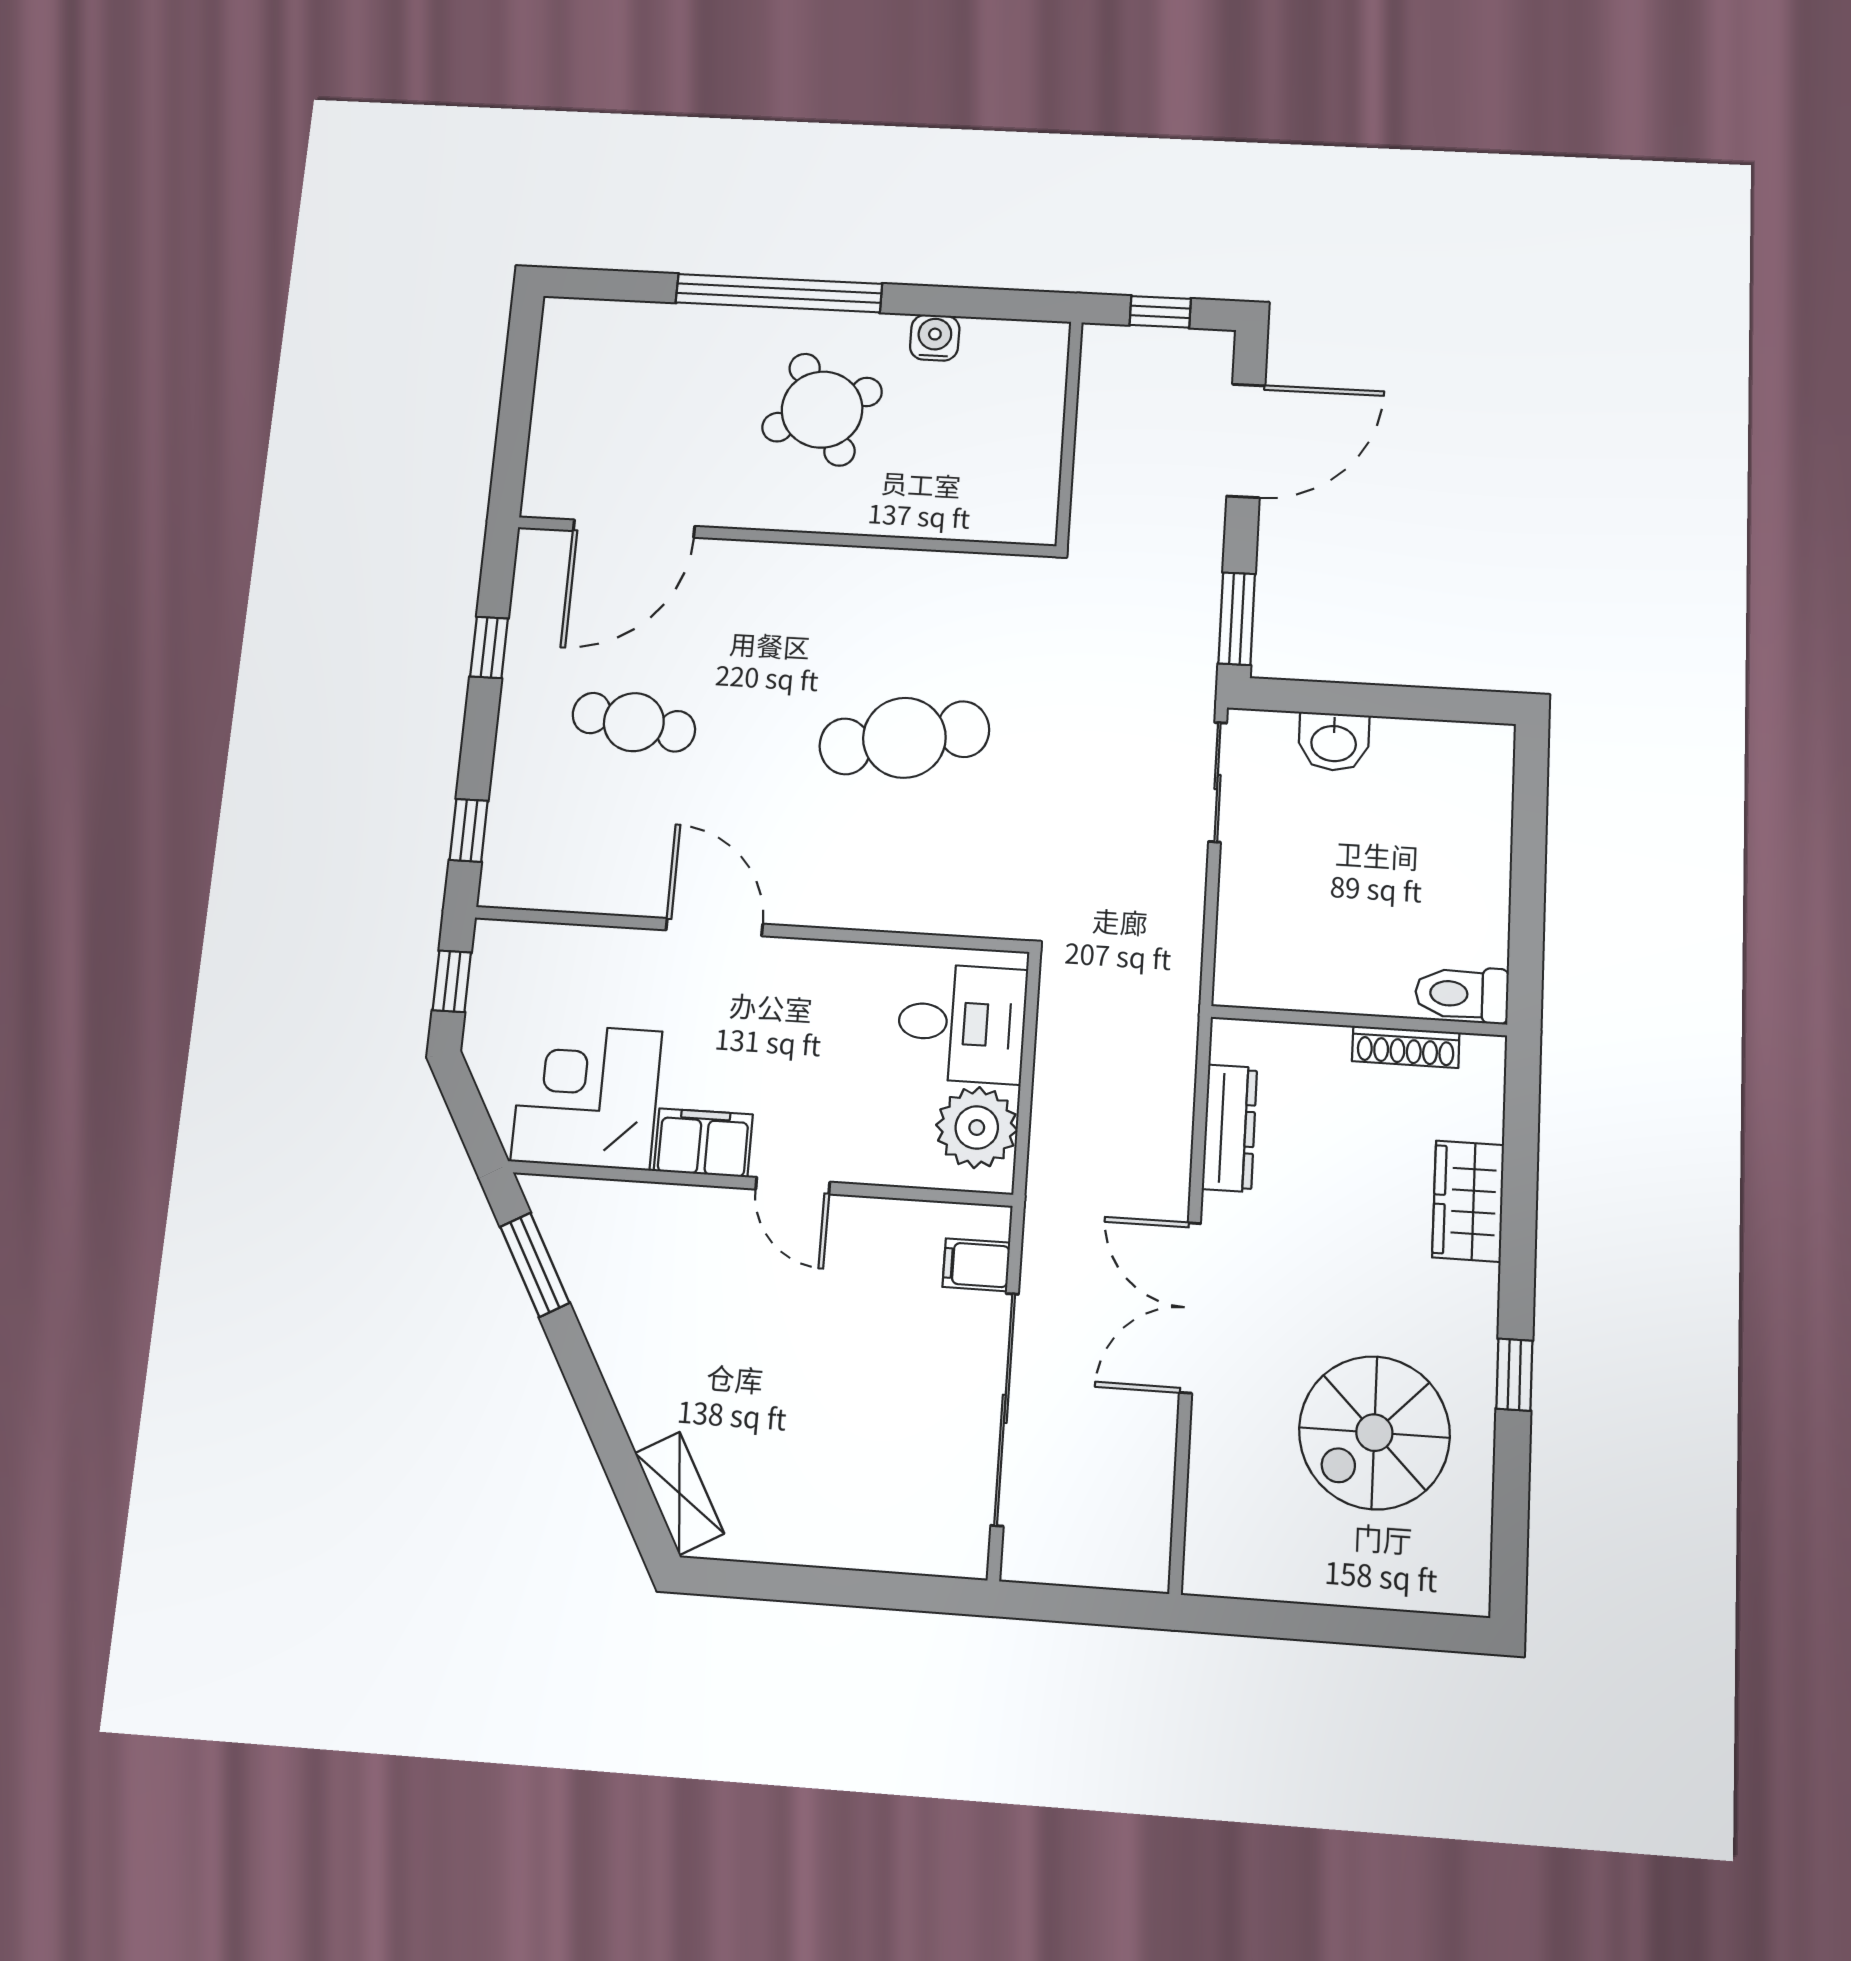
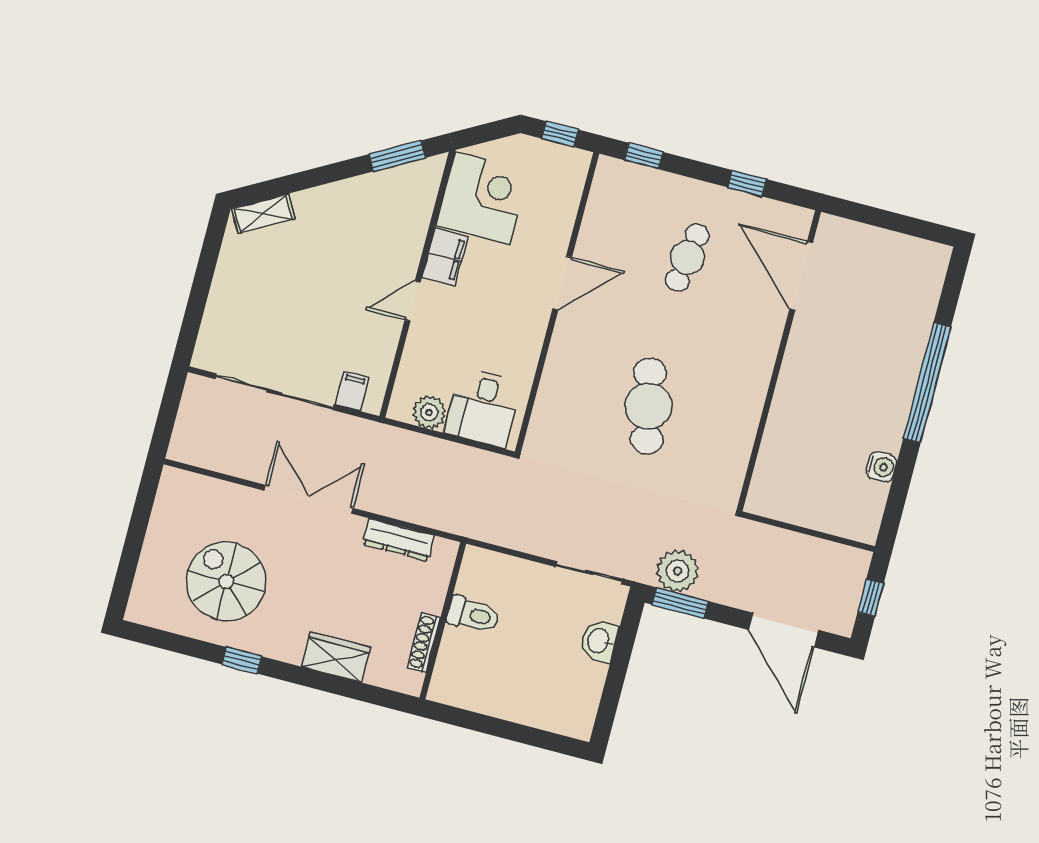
round table: (822, 410) -> (851, 395), removed
plant: (1182, 634) -> (678, 571), added
toilet: (1462, 994) -> (473, 615), moved, turned 90
plant: (977, 1128) -> (429, 412), width x0.73, depth x0.73

